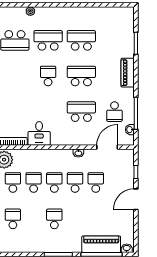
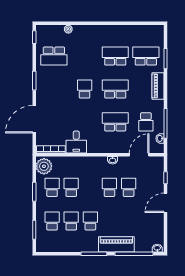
school desk: (48, 40) -> (146, 56), moved
school desk: (54, 183) -> (71, 221), moved
piano: (101, 244) -> (116, 244), moved

